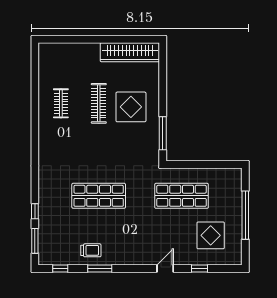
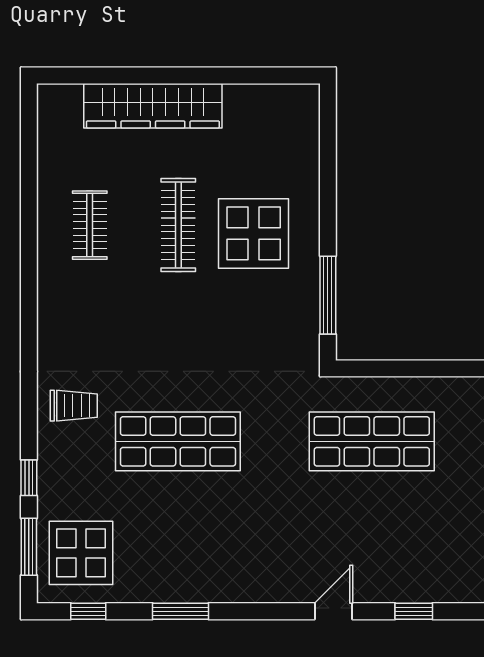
wardrobe: (130, 52) -> (153, 106), moved
display table: (211, 235) -> (81, 553), moved
trolley: (91, 250) -> (74, 406), moved

